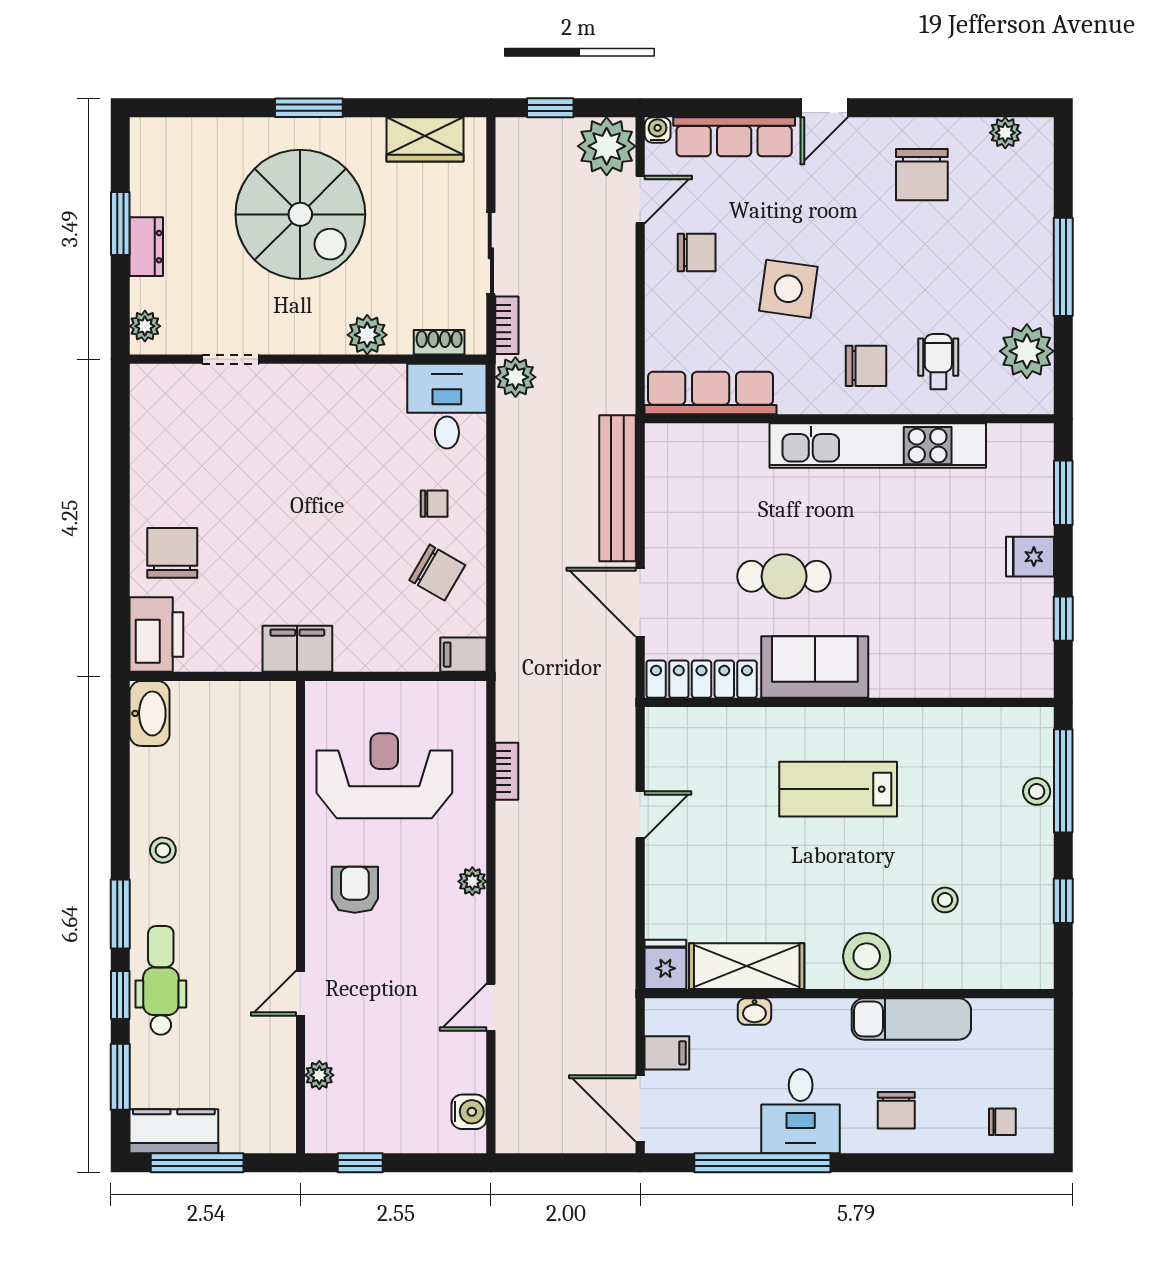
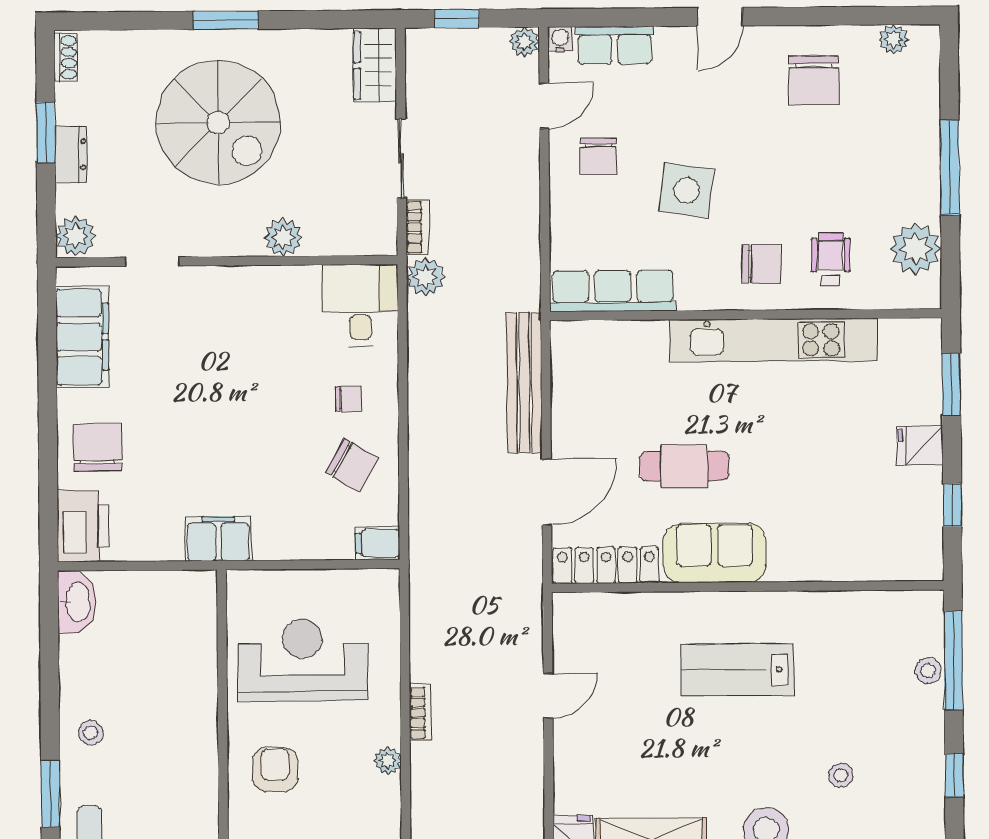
row of seats: (734, 137) -> (615, 45), width x0.68
wardrobe: (425, 139) -> (375, 65), moved, turned 90
plant: (607, 146) -> (524, 42), width x0.53, depth x0.53
chair: (697, 253) -> (598, 156), turned 90
plant: (145, 326) -> (76, 236), width x1.38, depth x1.38
shoe rack: (439, 342) -> (66, 57), moved, turned 90
filing cabinet: (157, 437) -> (82, 337), added
door: (640, 602) -> (547, 492), swing flipped
bookcase: (507, 771) -> (420, 713), moved

